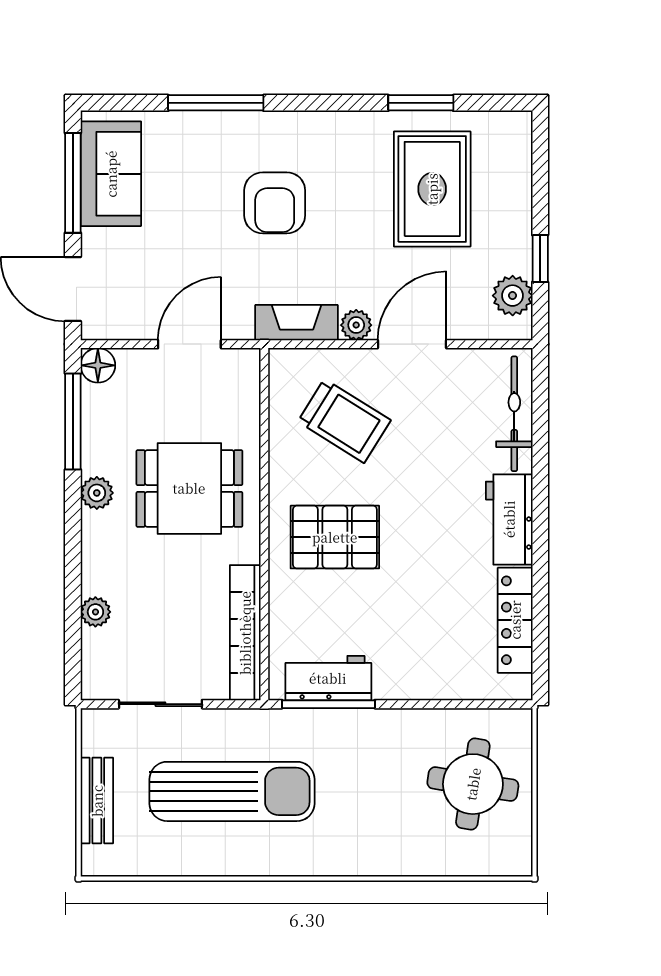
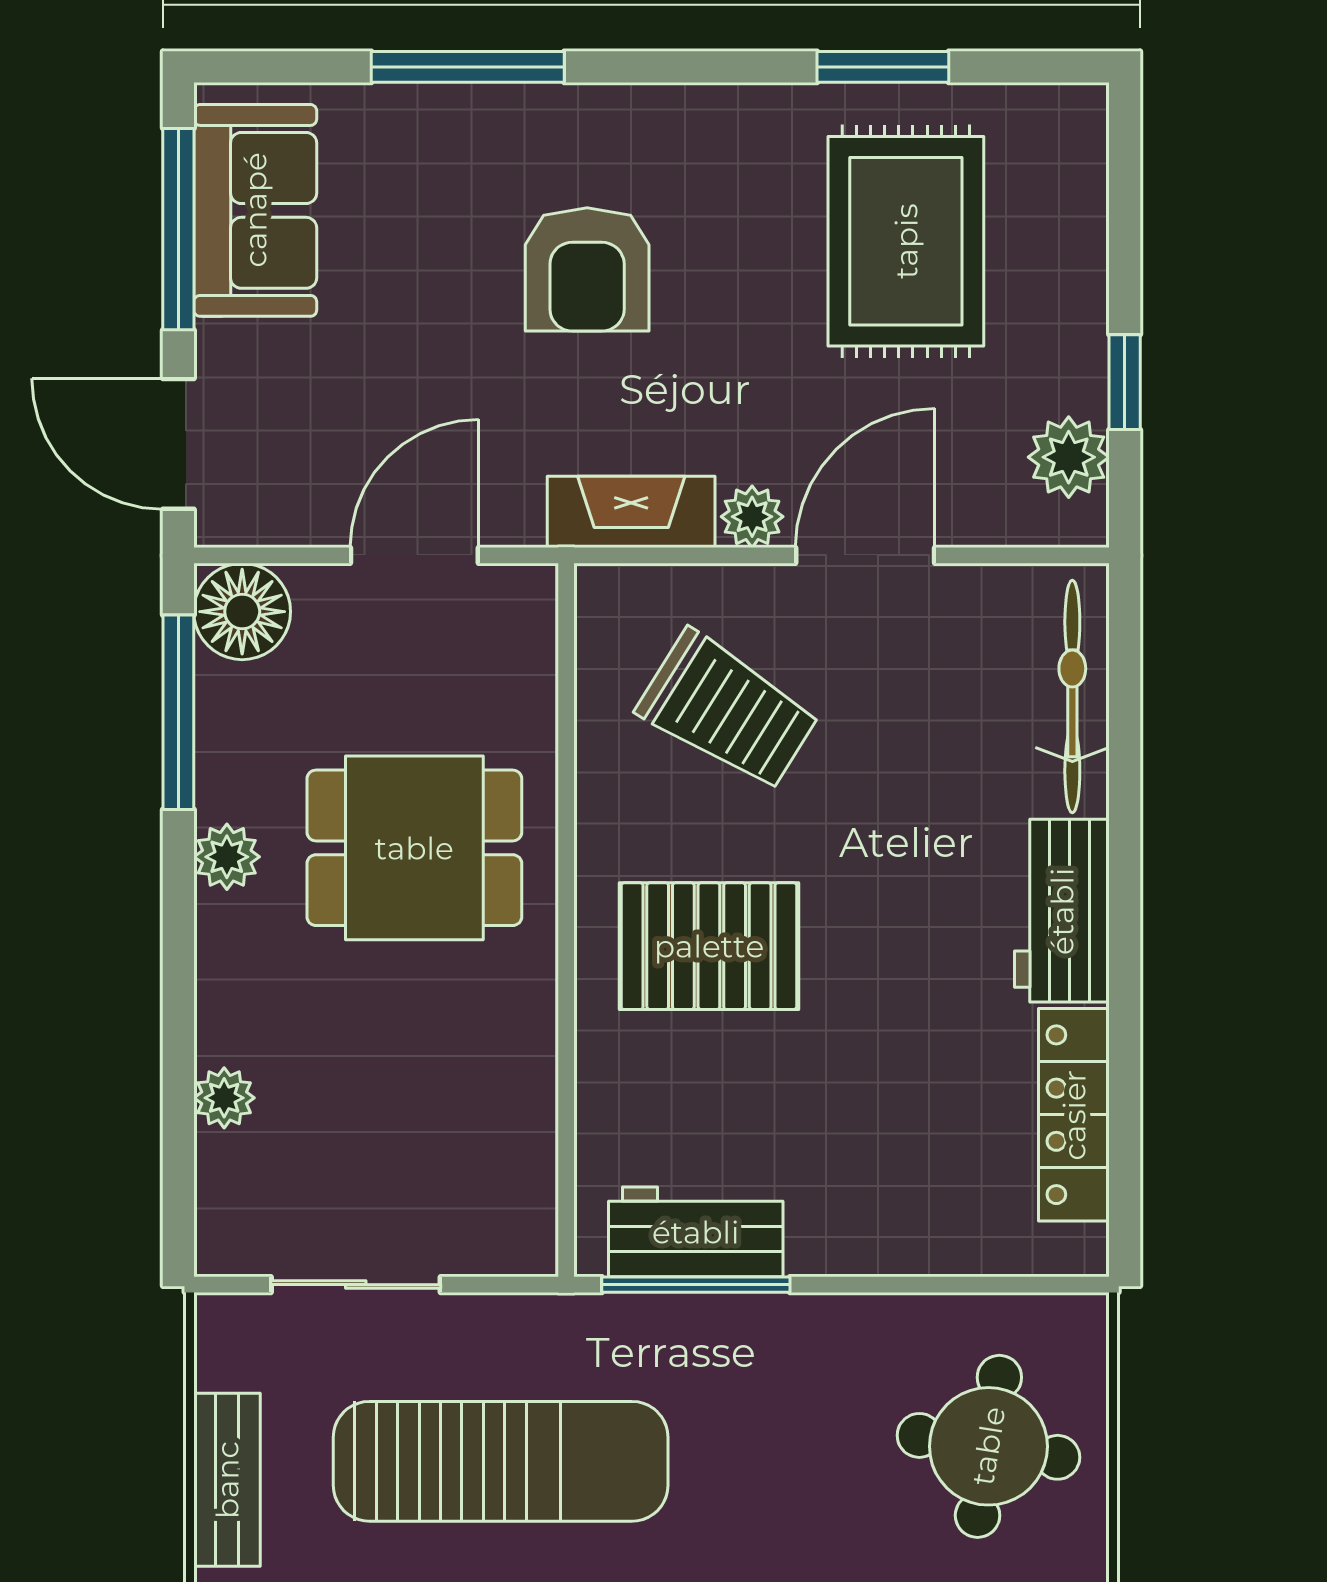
floor lamp: (98, 365) -> (242, 612), width x1.38, depth x1.38
bookcase: (245, 633) -> (527, 1140), removed

